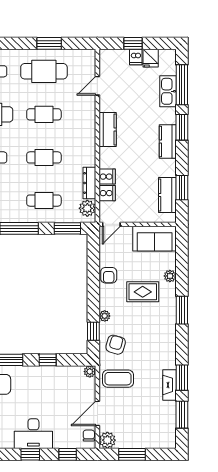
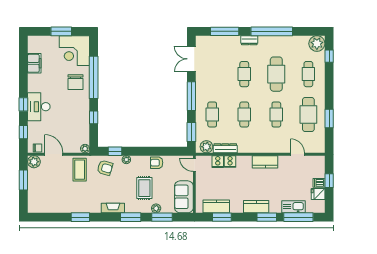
fireplace: (170, 385) -> (113, 208), moved
window: (182, 415) -> (162, 217), moved

